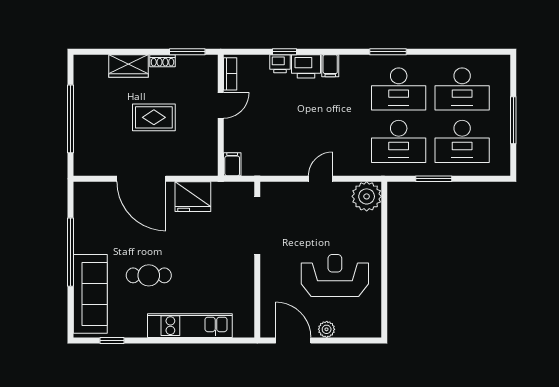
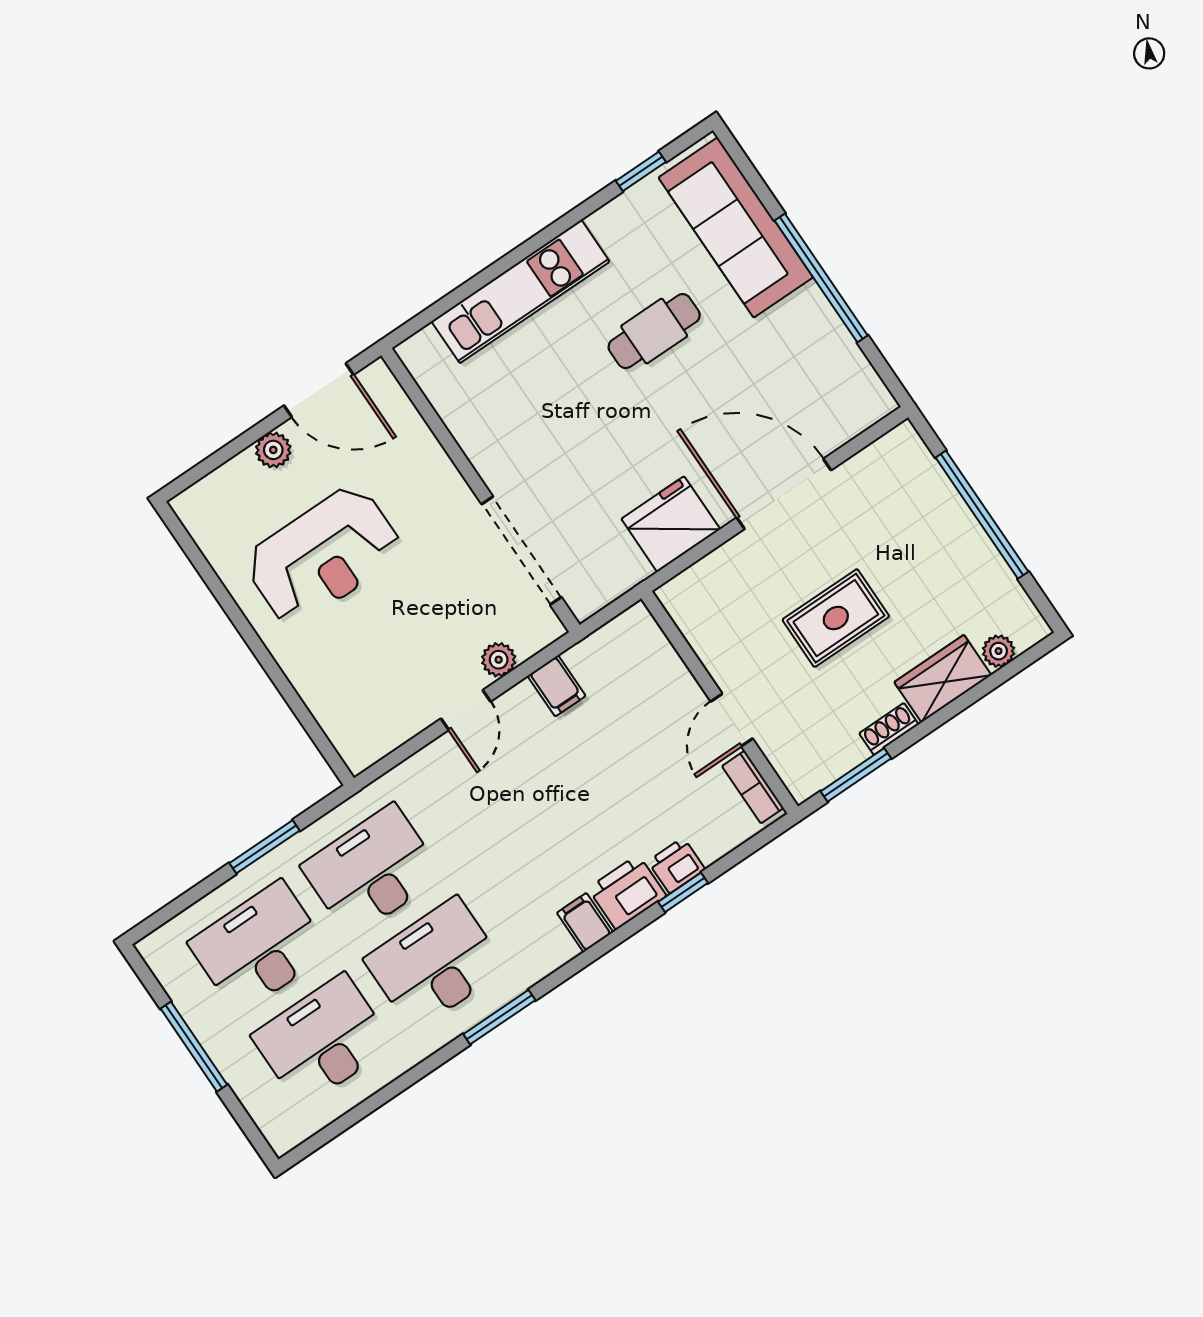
plant: (100, 62) -> (999, 651), added
filing cabinet: (232, 164) -> (557, 686), moved
plant: (367, 196) -> (499, 660), moved, width x0.53, depth x0.53

